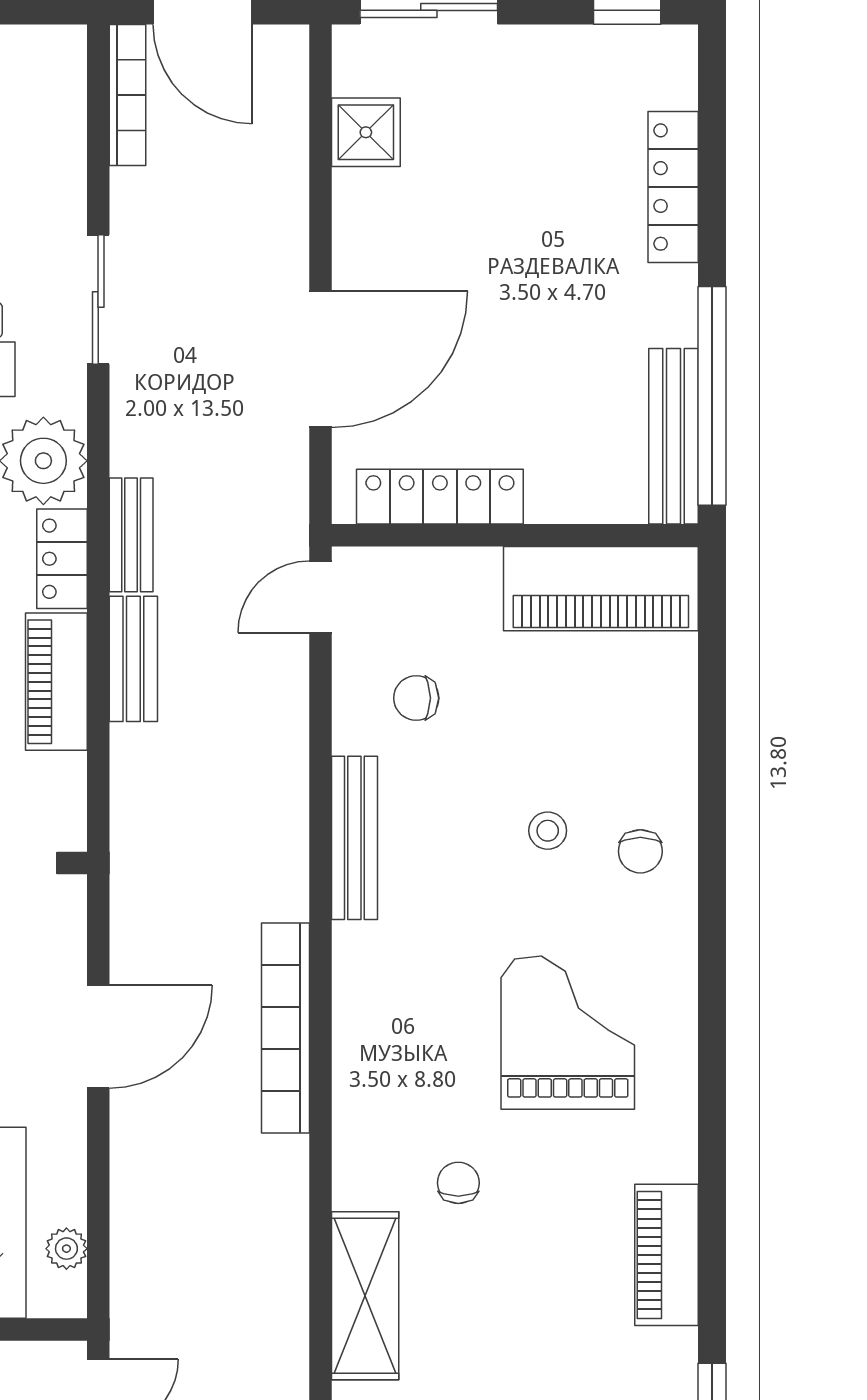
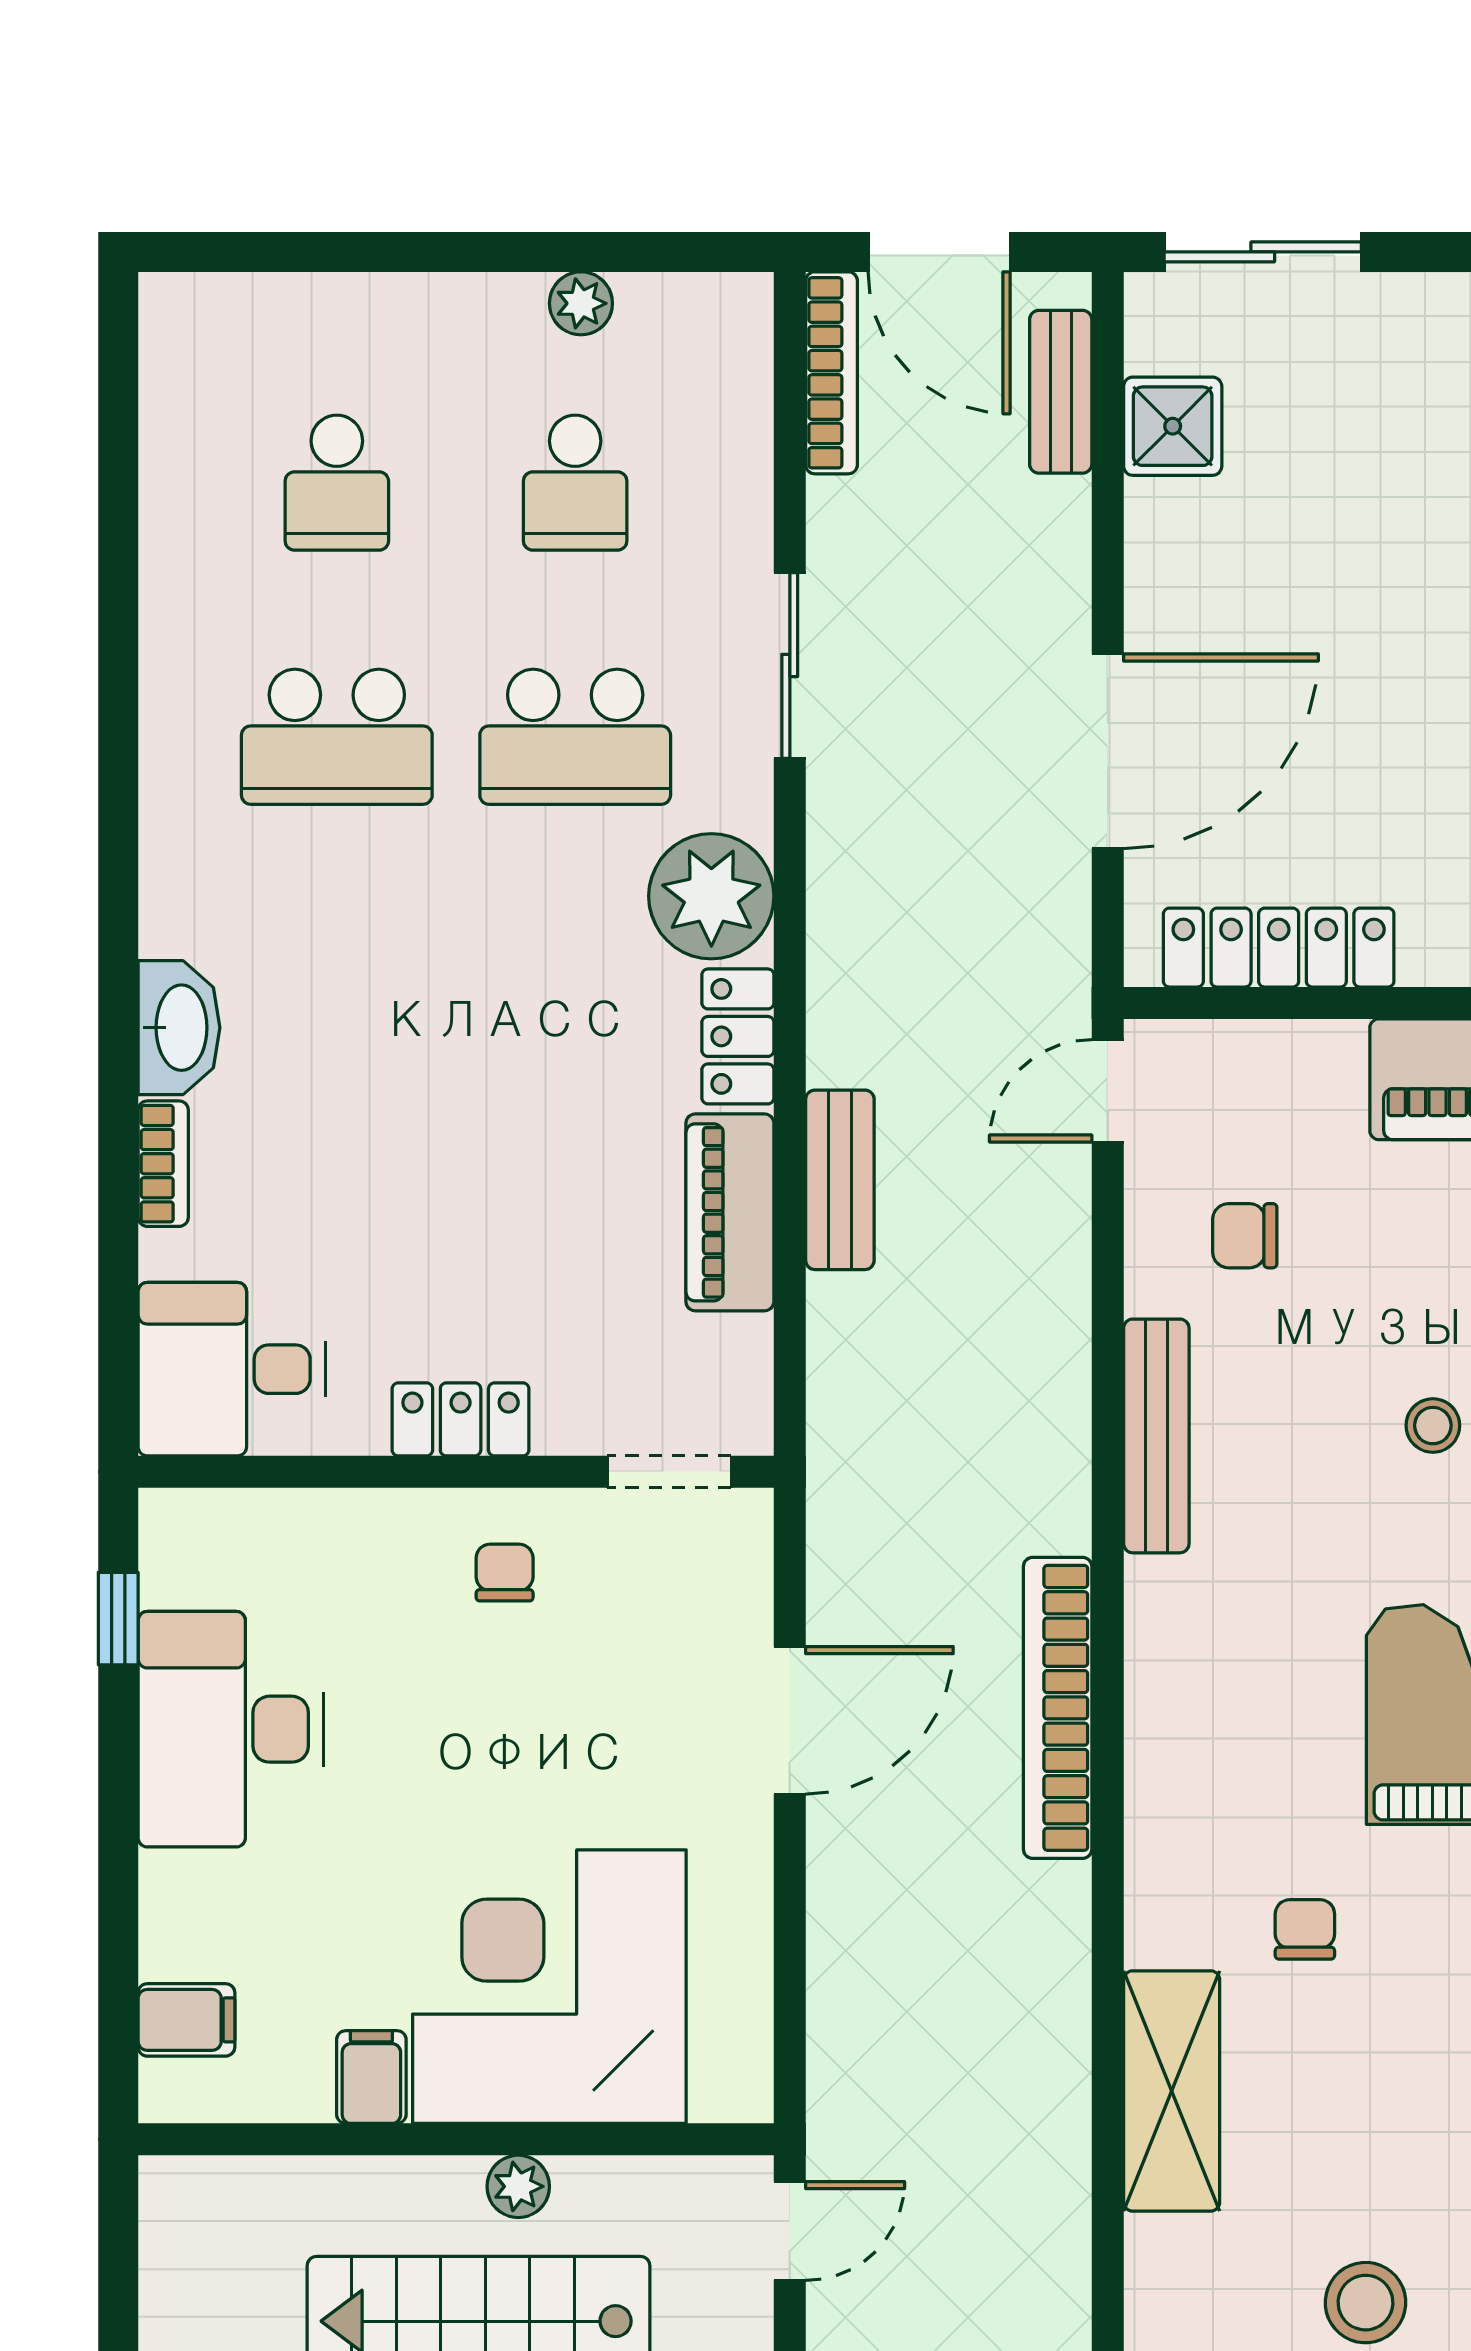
bench: (131, 535) -> (1061, 392), moved
plant: (66, 1249) -> (744, 2024), removed

